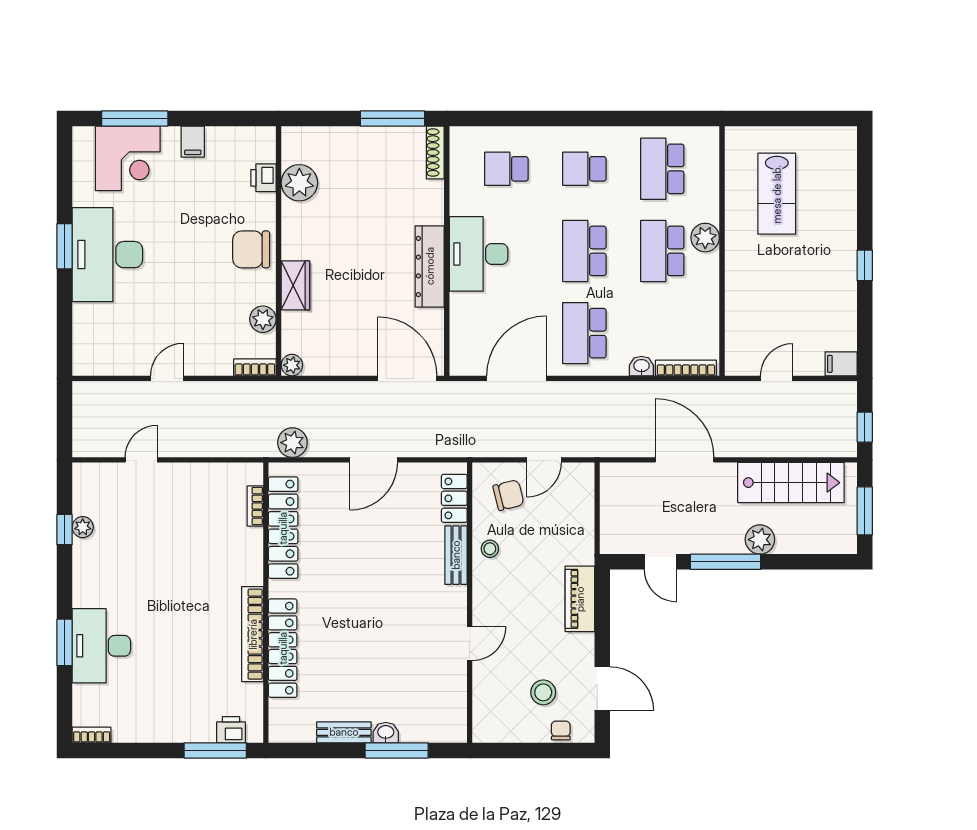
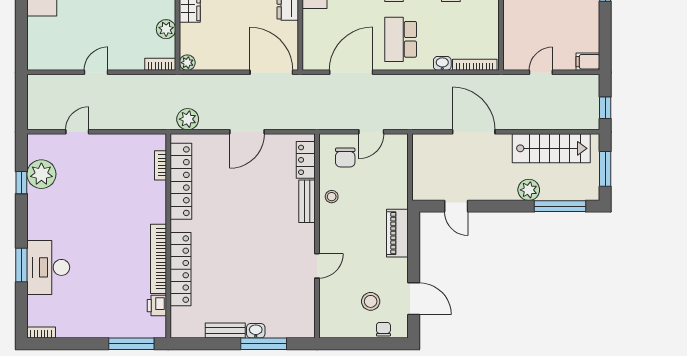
chair: (508, 495) -> (345, 157), turned 104
plant: (83, 527) -> (41, 174), width x1.88, depth x1.88
window: (726, 562) -> (560, 206), moved
printer: (231, 730) -> (157, 306), moved, turned -90

